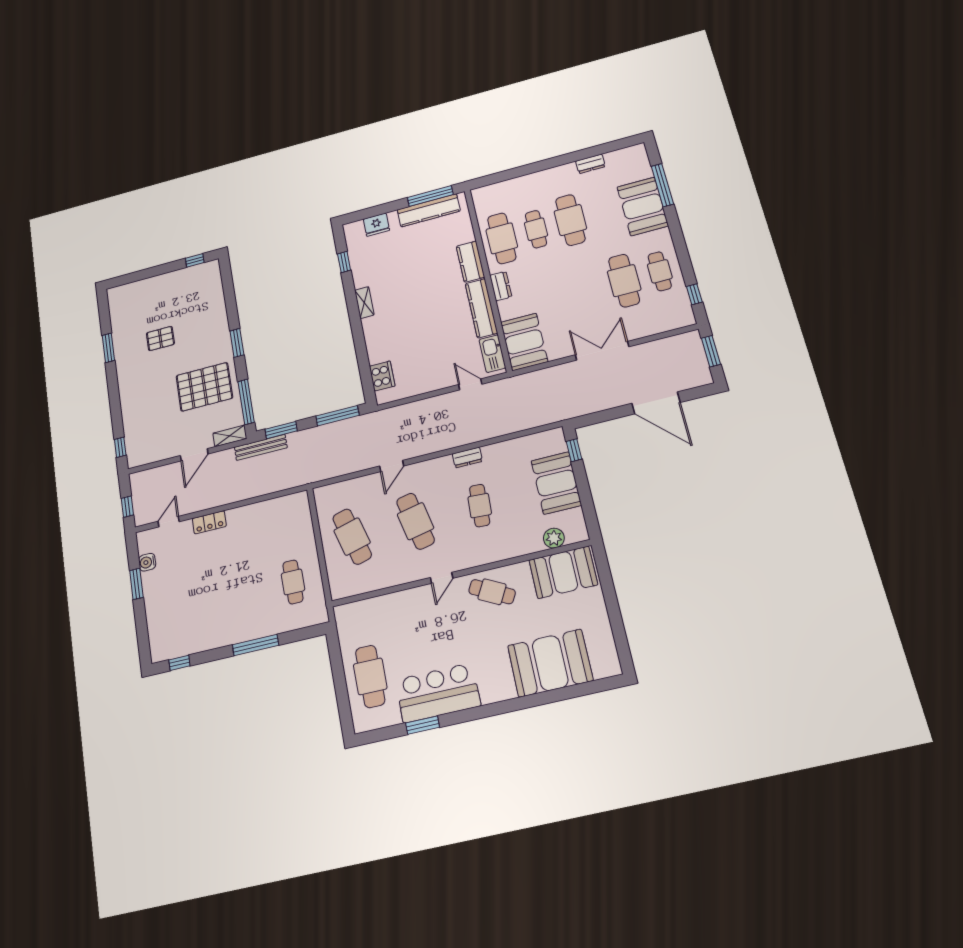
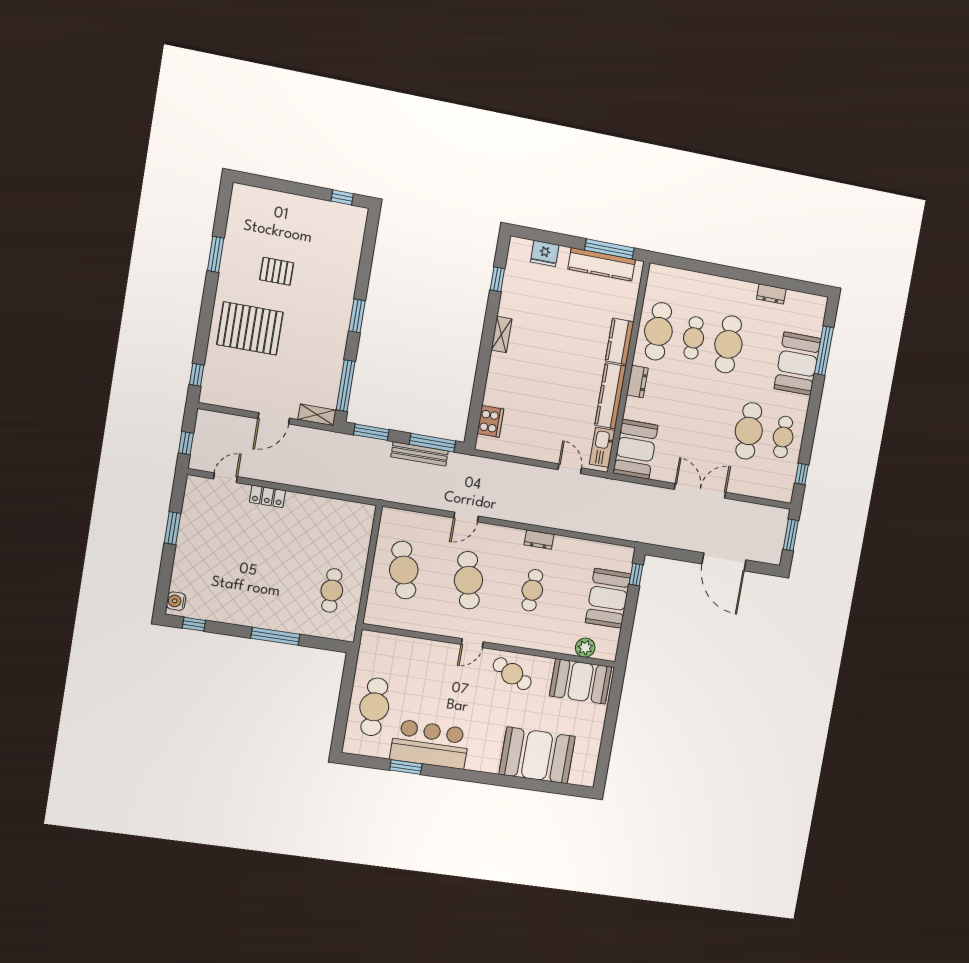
pallet: (204, 387) -> (250, 328), moved
bench: (261, 447) -> (420, 454), moved
water cooler: (147, 562) -> (176, 601), moved

